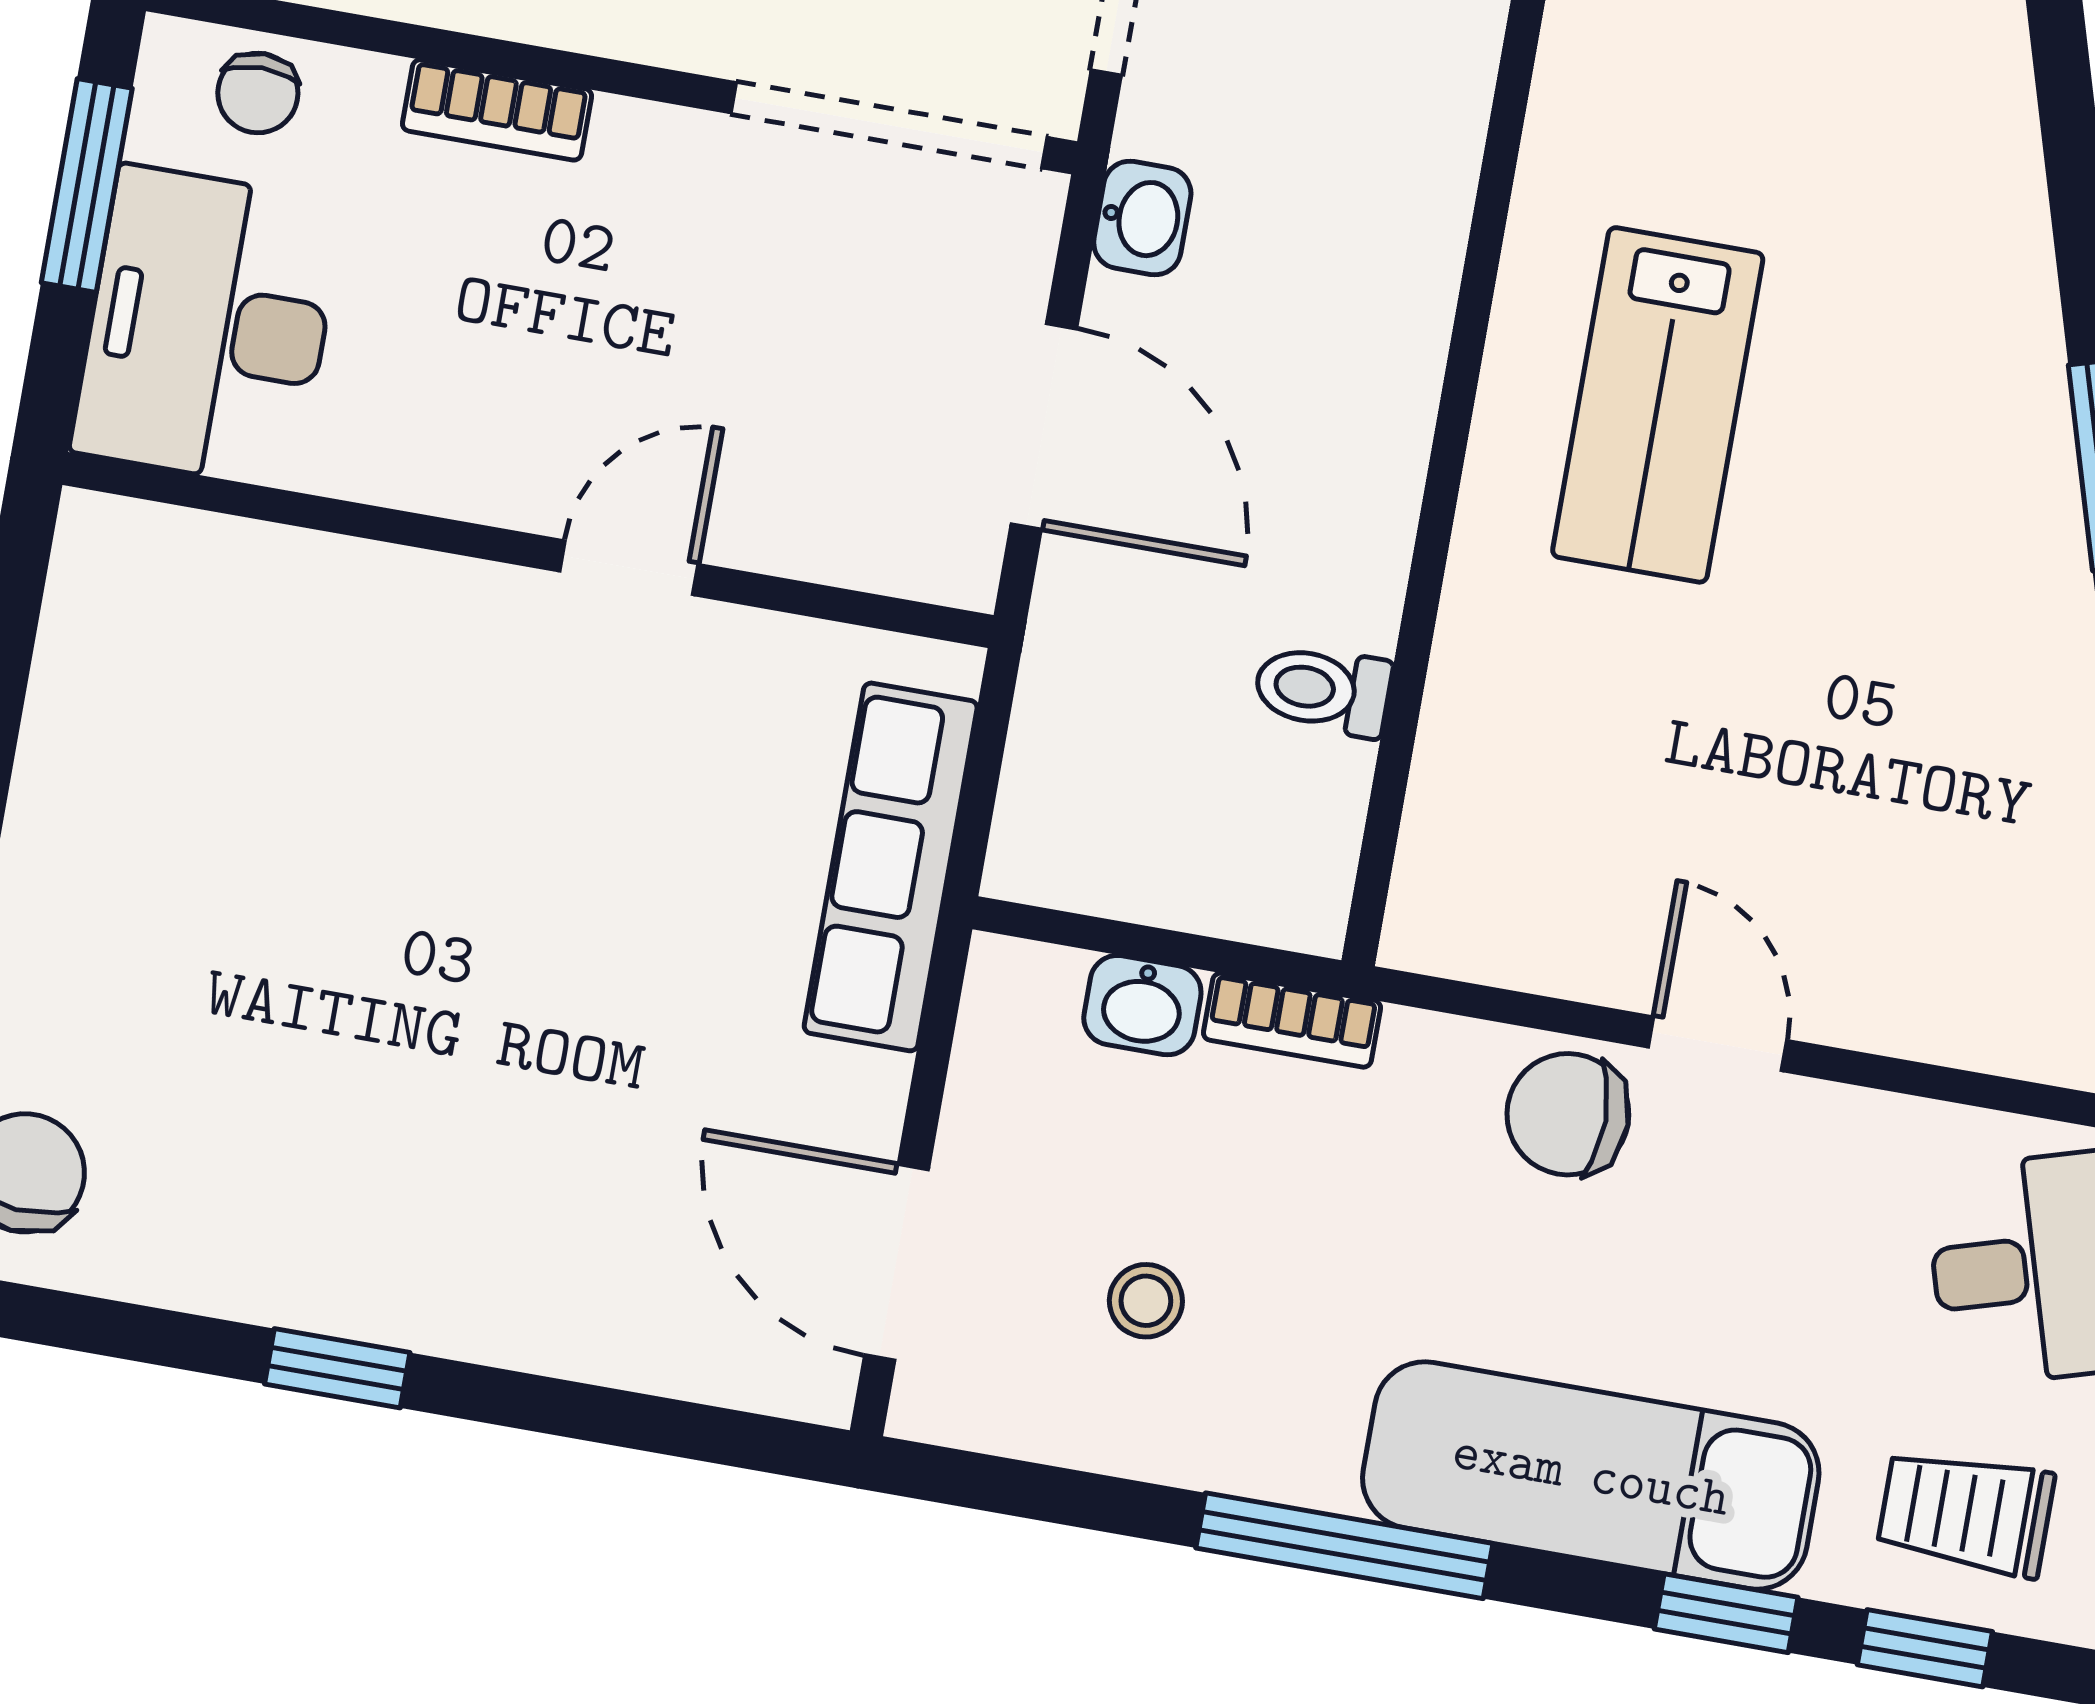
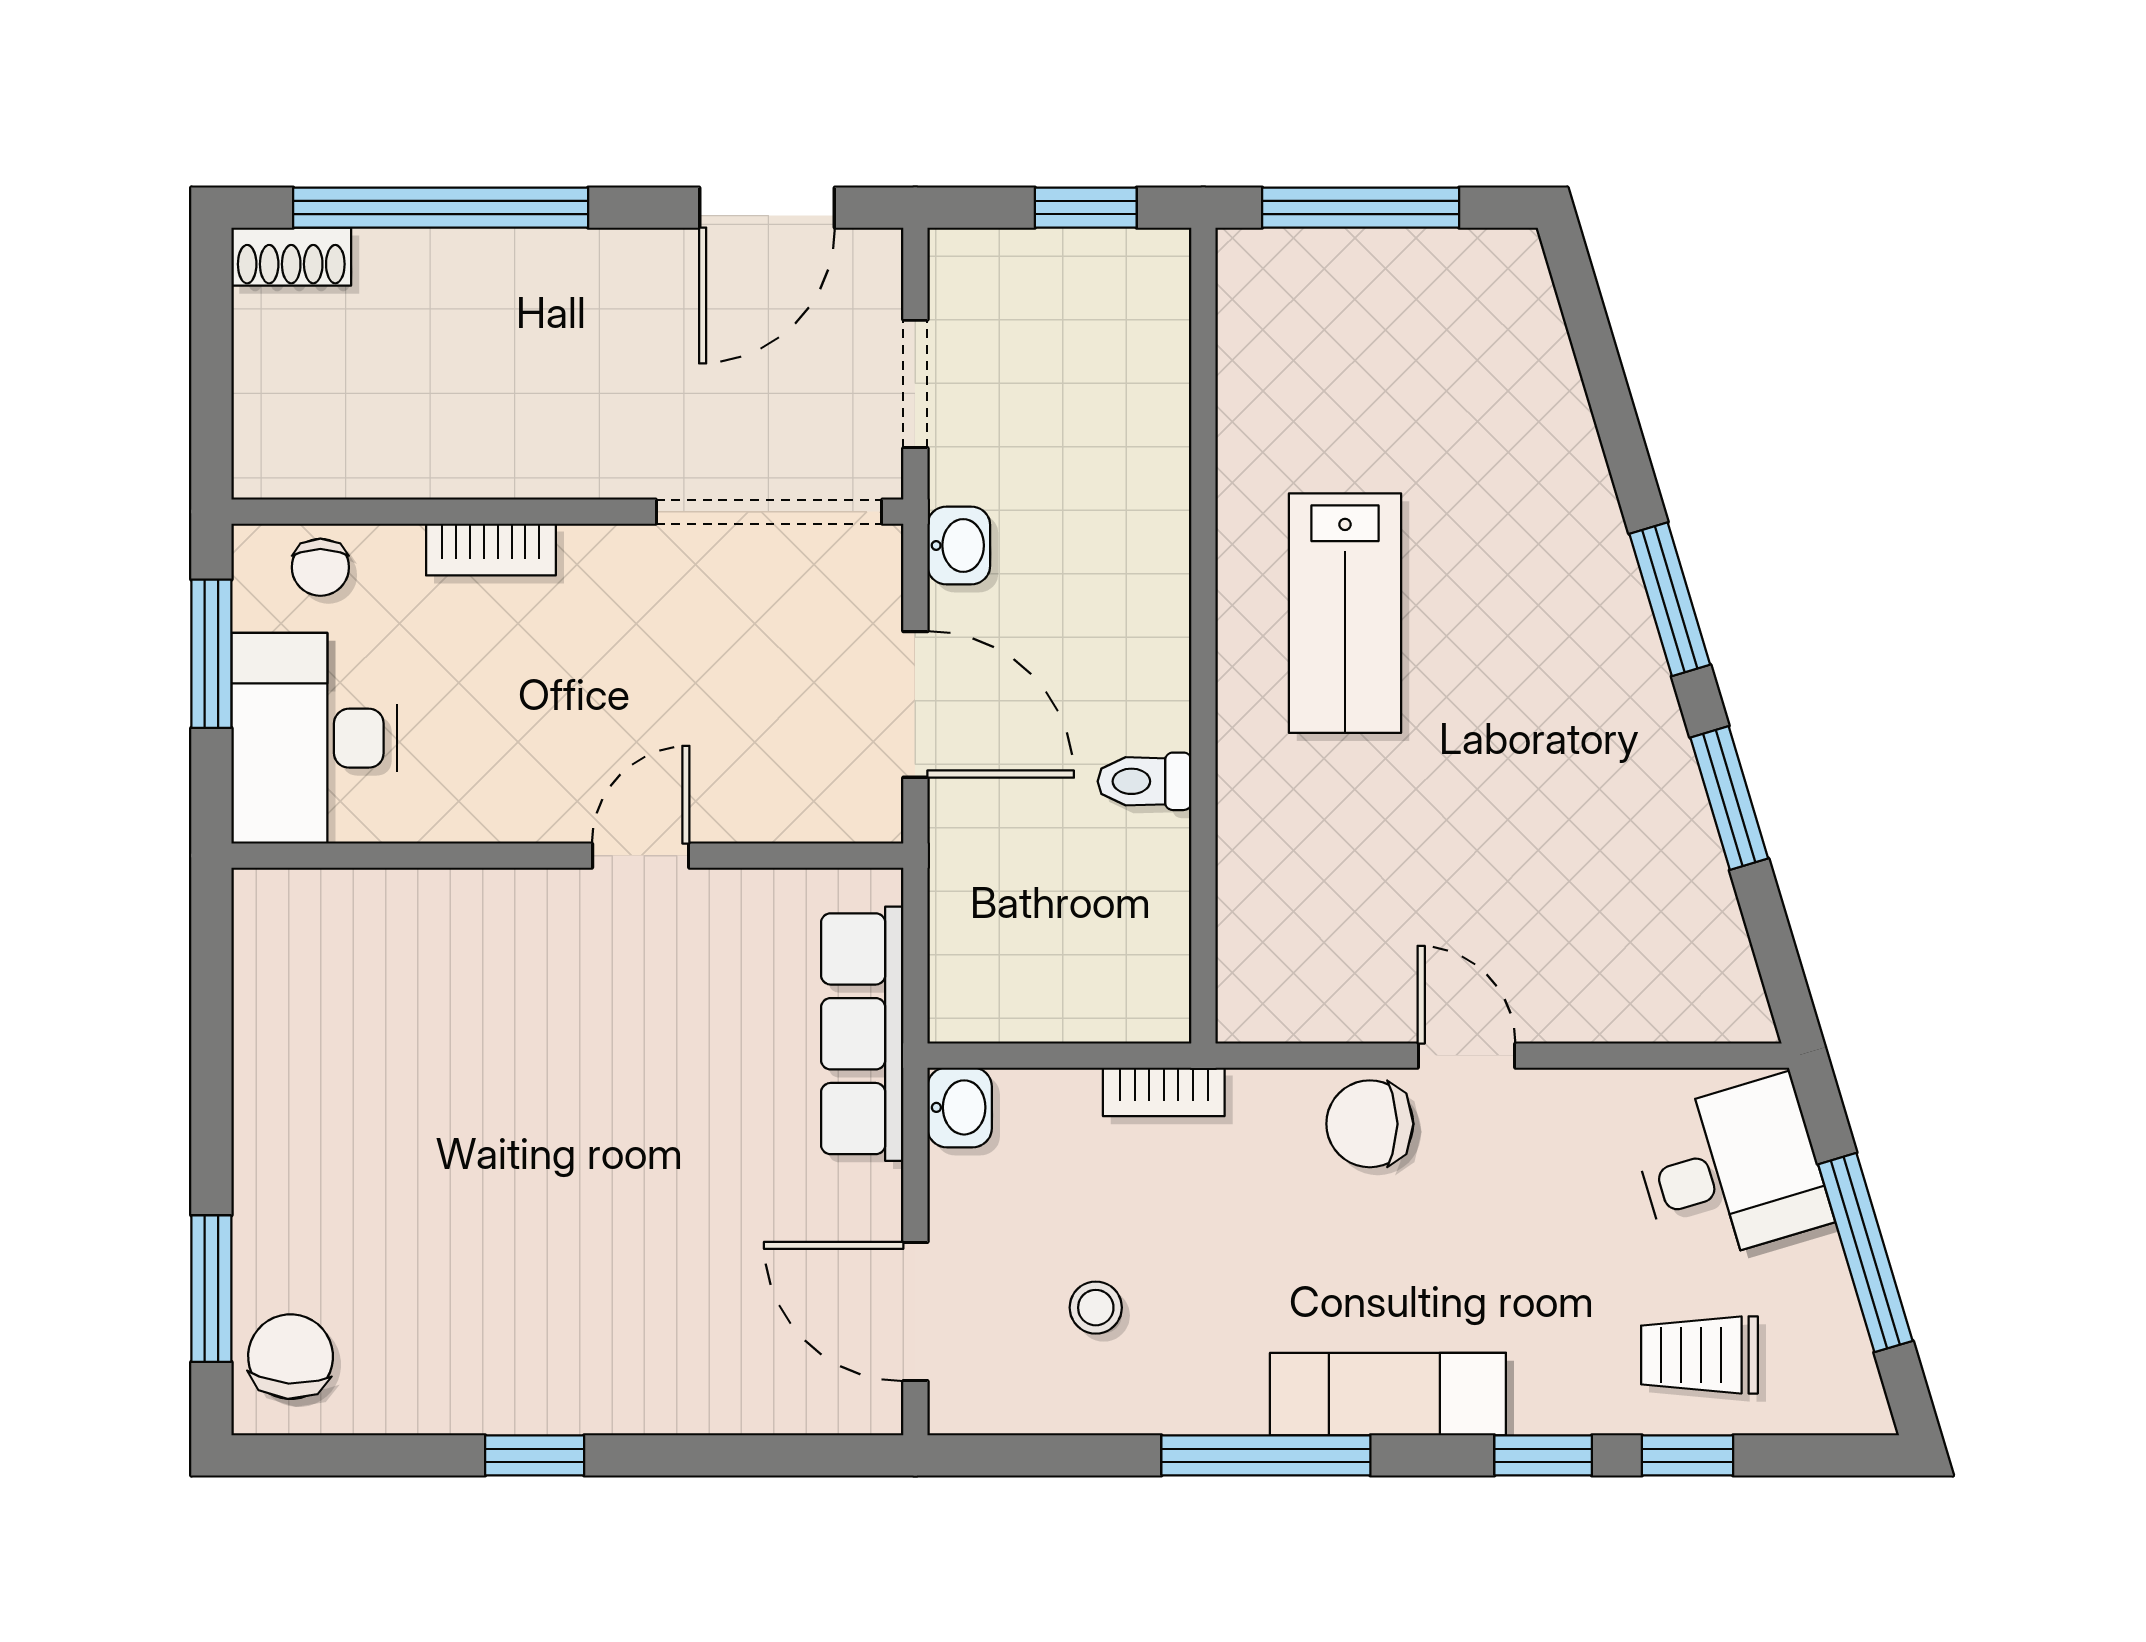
toilet: (1323, 690) -> (1144, 781), moved
washbasin: (1142, 1005) -> (960, 1107), moved, turned -90
exam couch: (1591, 1475) -> (1388, 1394), width x0.73, depth x0.69

